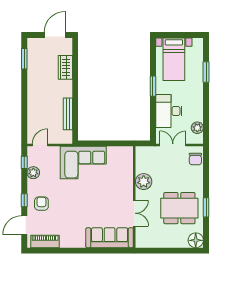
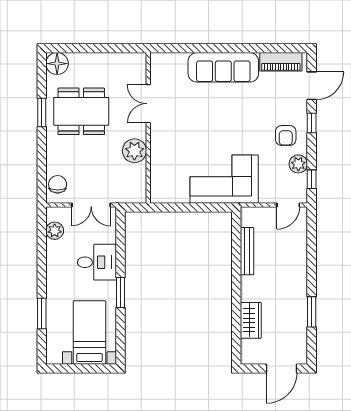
door: (55, 35) -> (282, 368), moved
window: (24, 59) -> (312, 312), moved
desk: (169, 111) -> (97, 262), width x0.73
armchair: (41, 204) -> (286, 136), moved
sofa: (110, 238) -> (223, 67), moved

